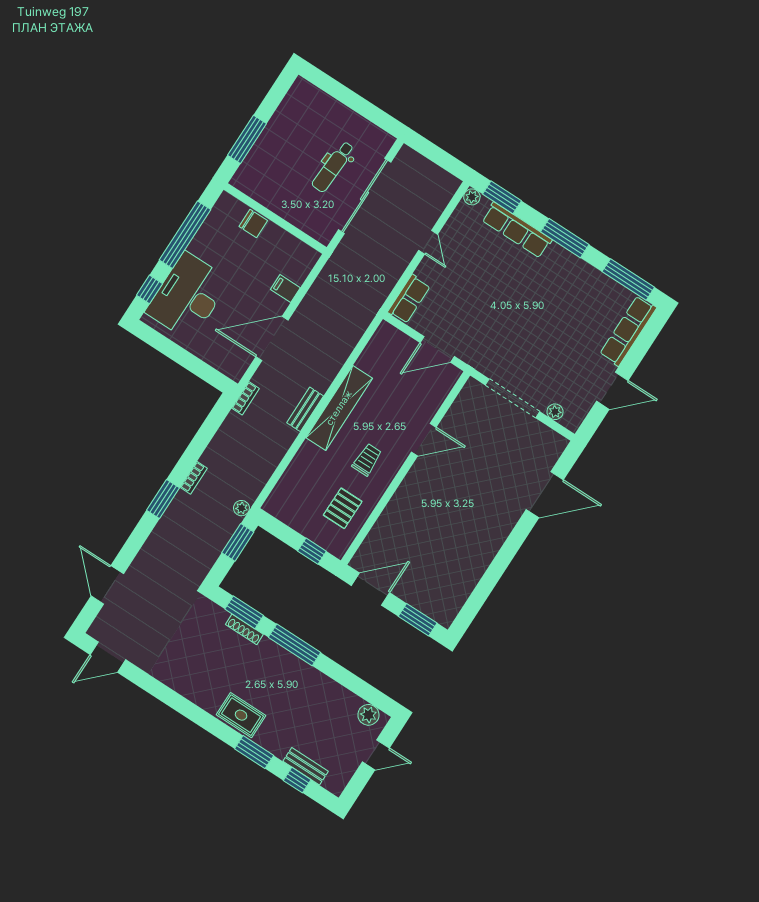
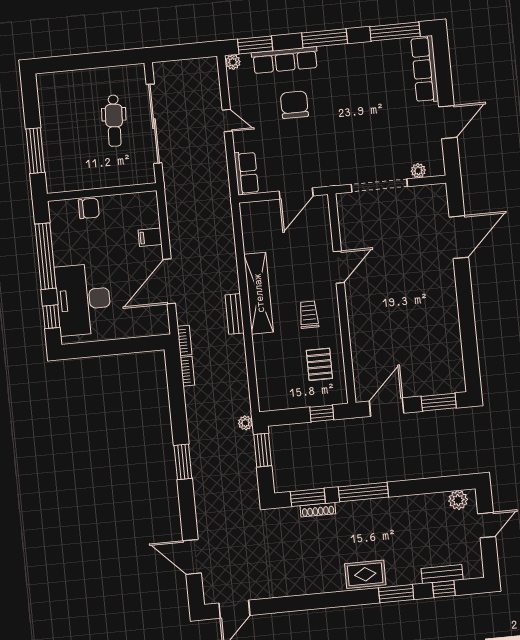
chair: (495, 274) -> (294, 105), added
bookcase: (194, 478) -> (187, 371), moved

